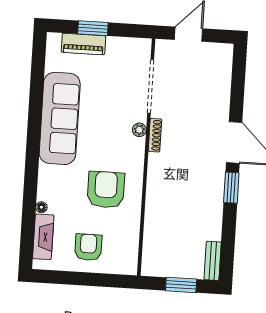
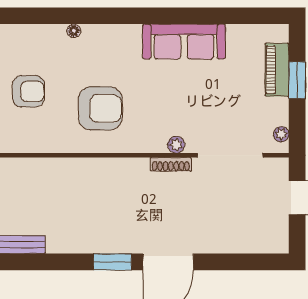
plant: (136, 44) -> (281, 134), added
sofa: (60, 118) -> (184, 42), width x0.74, depth x0.79
fireplace: (43, 237) -> (38, 35), removed

